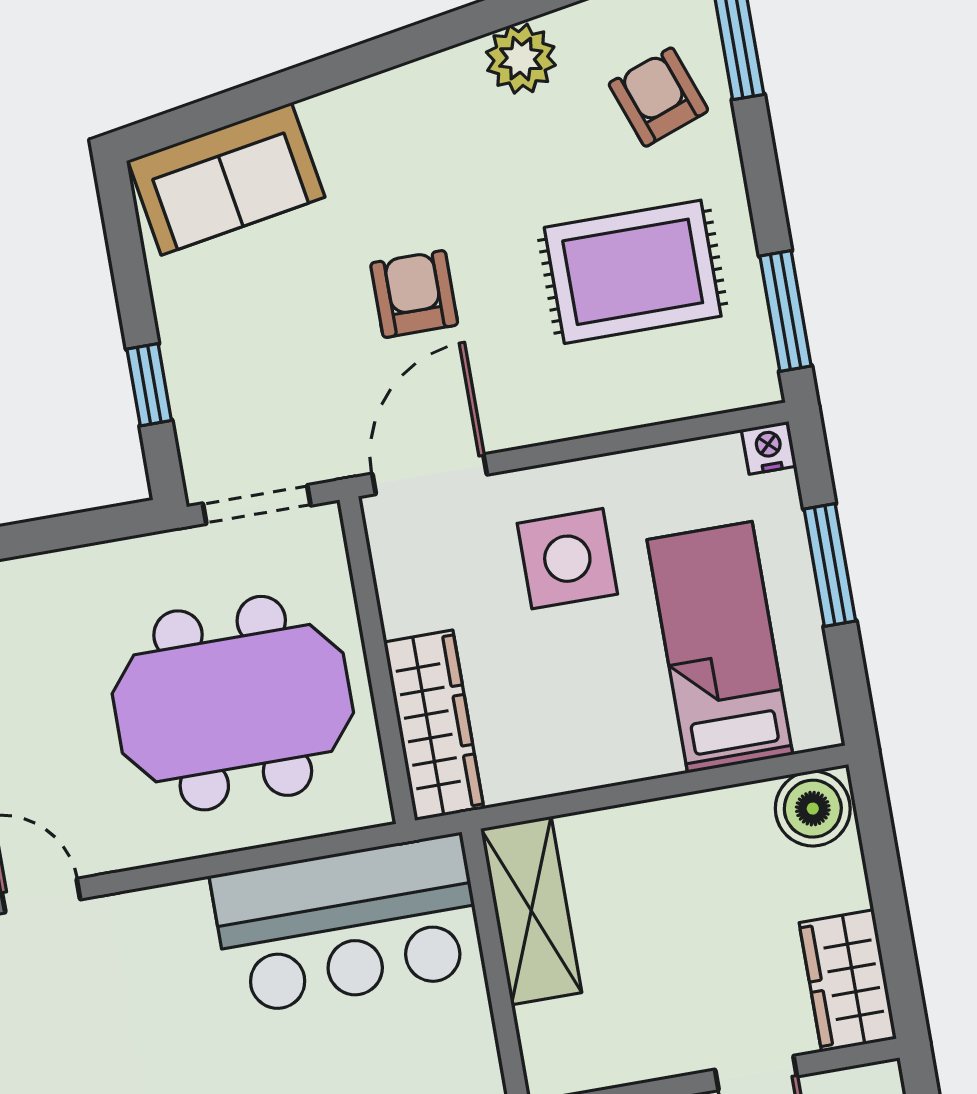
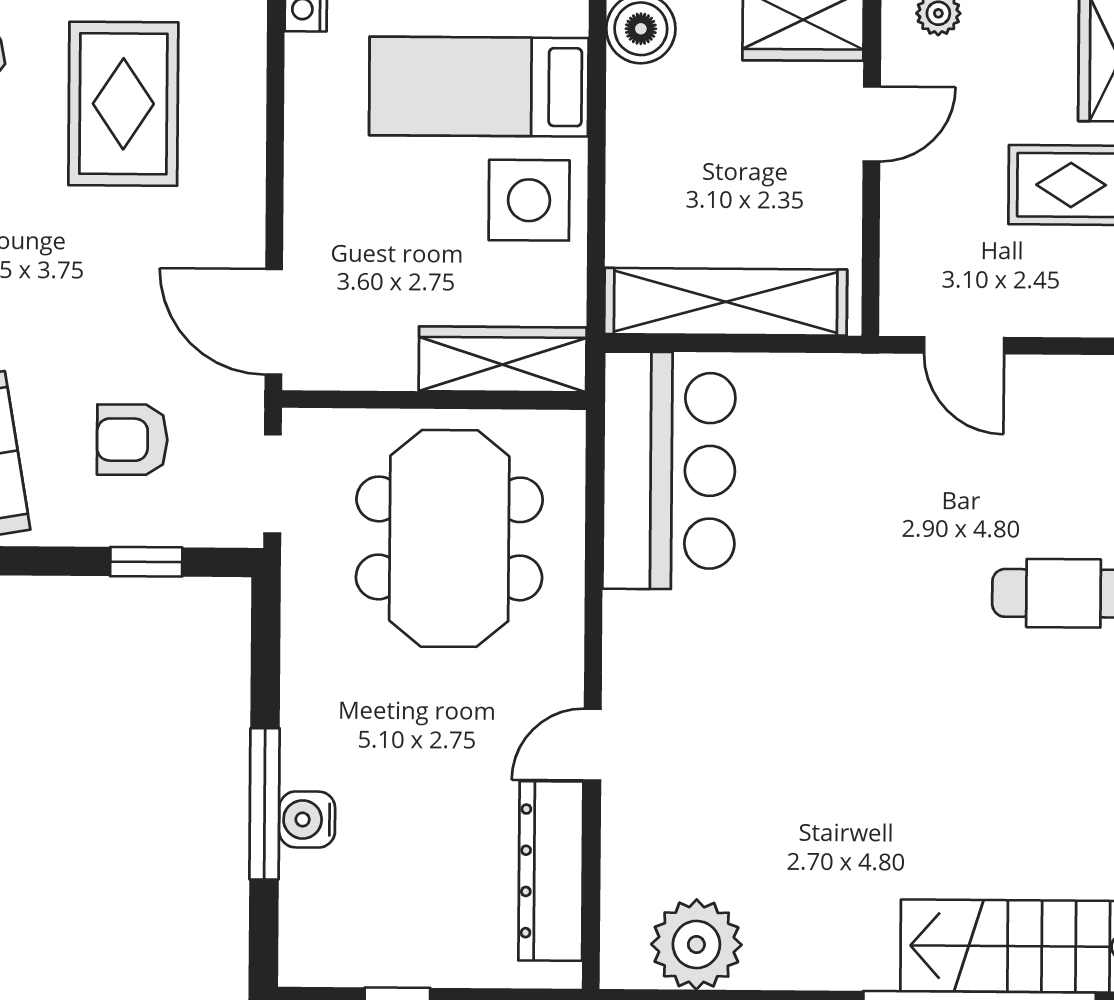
armchair: (414, 294) -> (132, 440), moved
side table: (567, 559) -> (529, 200), moved
shelving: (531, 911) -> (726, 302), width x1.47

